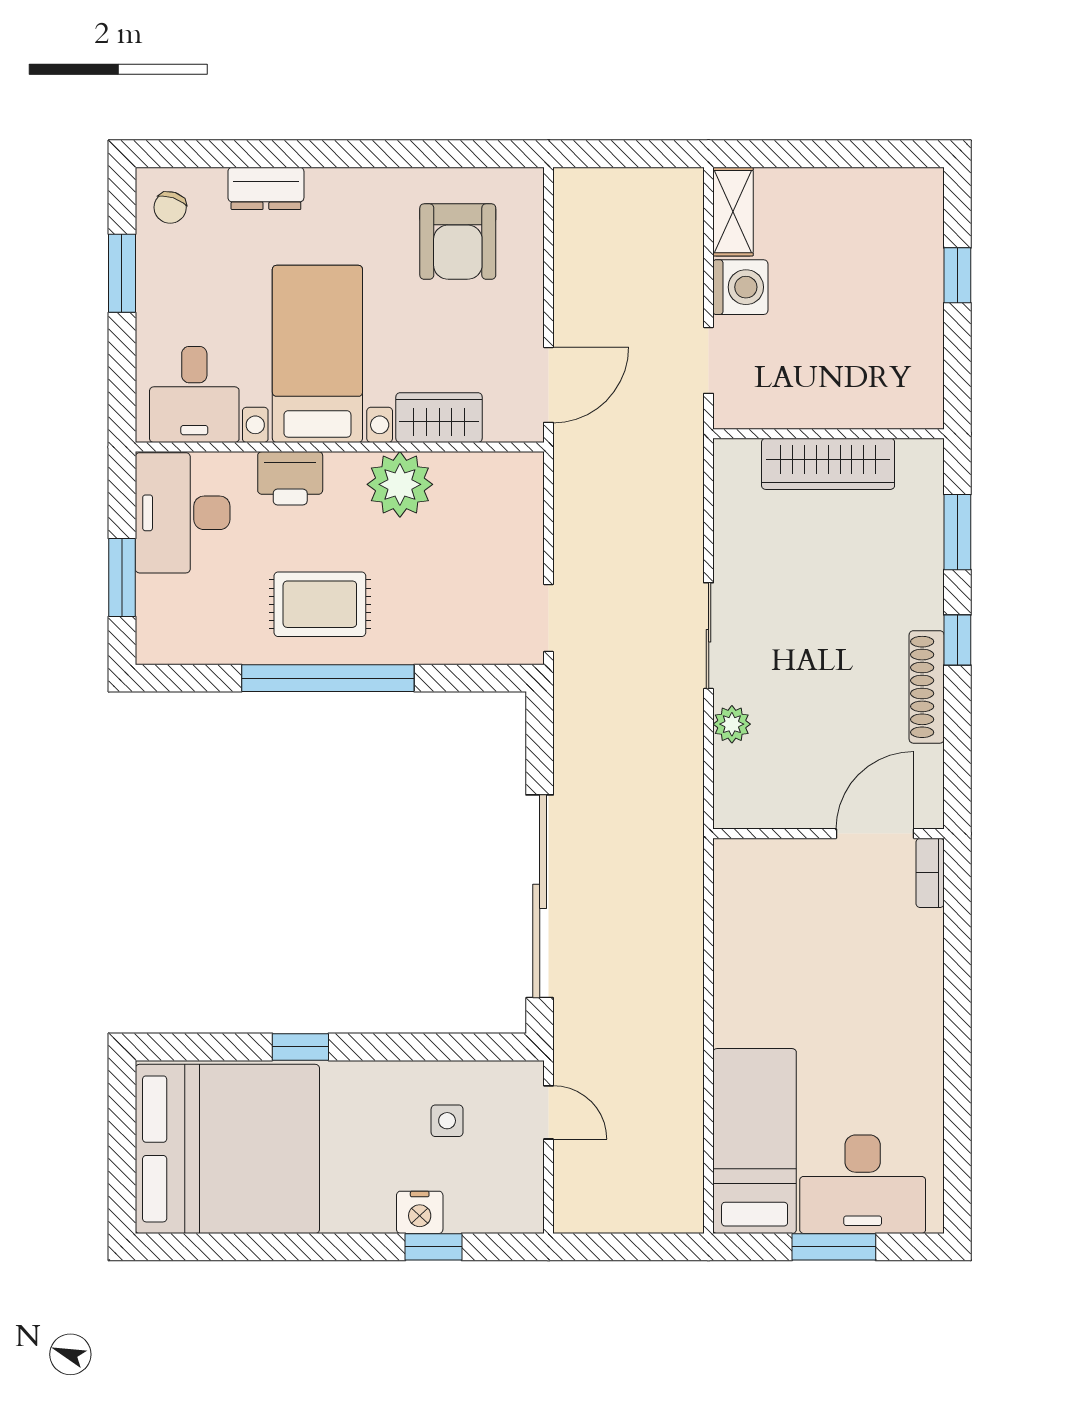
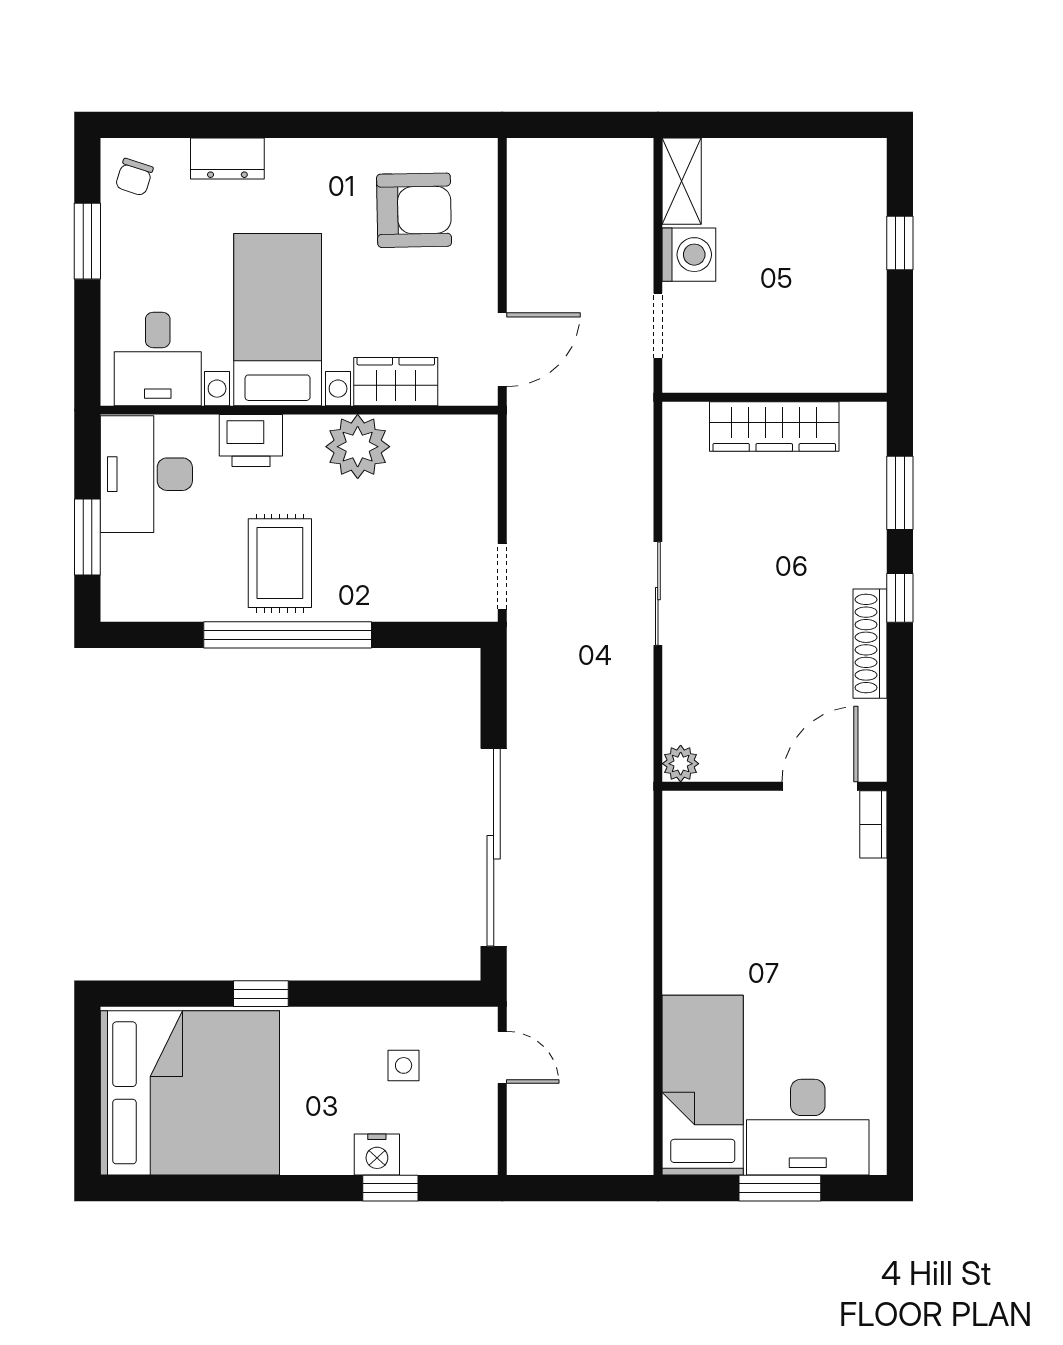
armchair: (458, 242) -> (414, 210), turned -91
rug: (320, 604) -> (280, 563), turned 90
plant: (732, 724) -> (681, 764), moved

